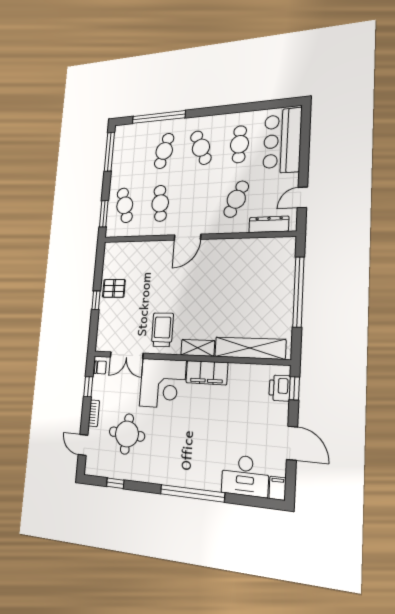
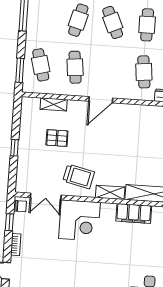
cafe table: (236, 199) -> (144, 72), turned -30
shelving: (137, 248) -> (54, 104), added
pallet: (114, 288) -> (57, 138), moved
trolley: (162, 330) -> (79, 176), turned 103
filing cabinet: (207, 373) -> (134, 213), moved
round table: (127, 434) -> (48, 261), removed

